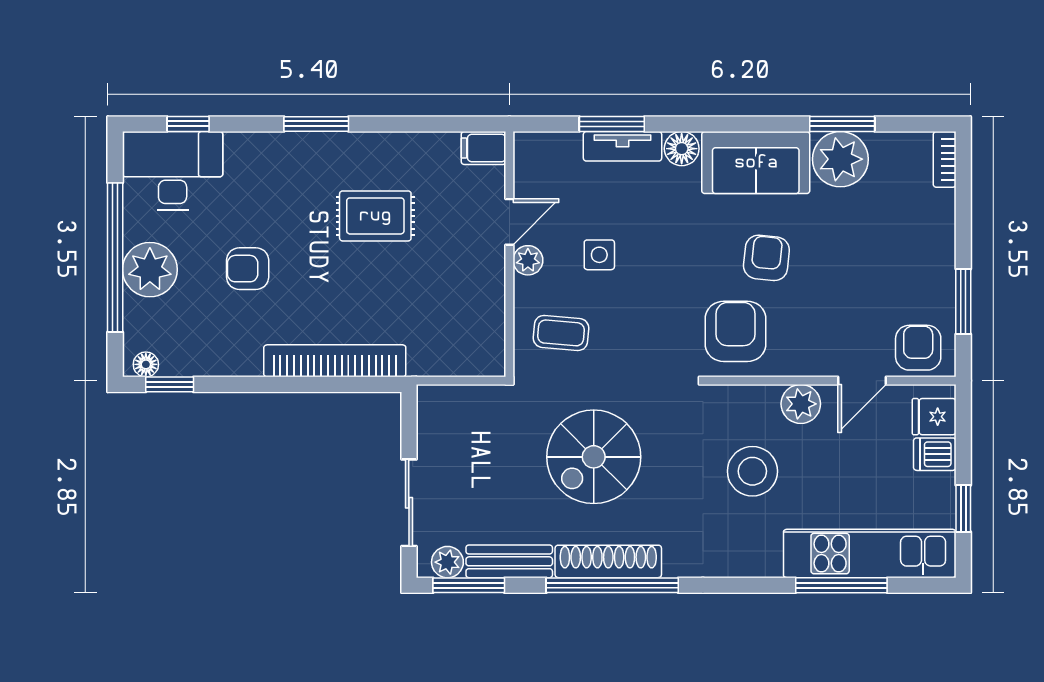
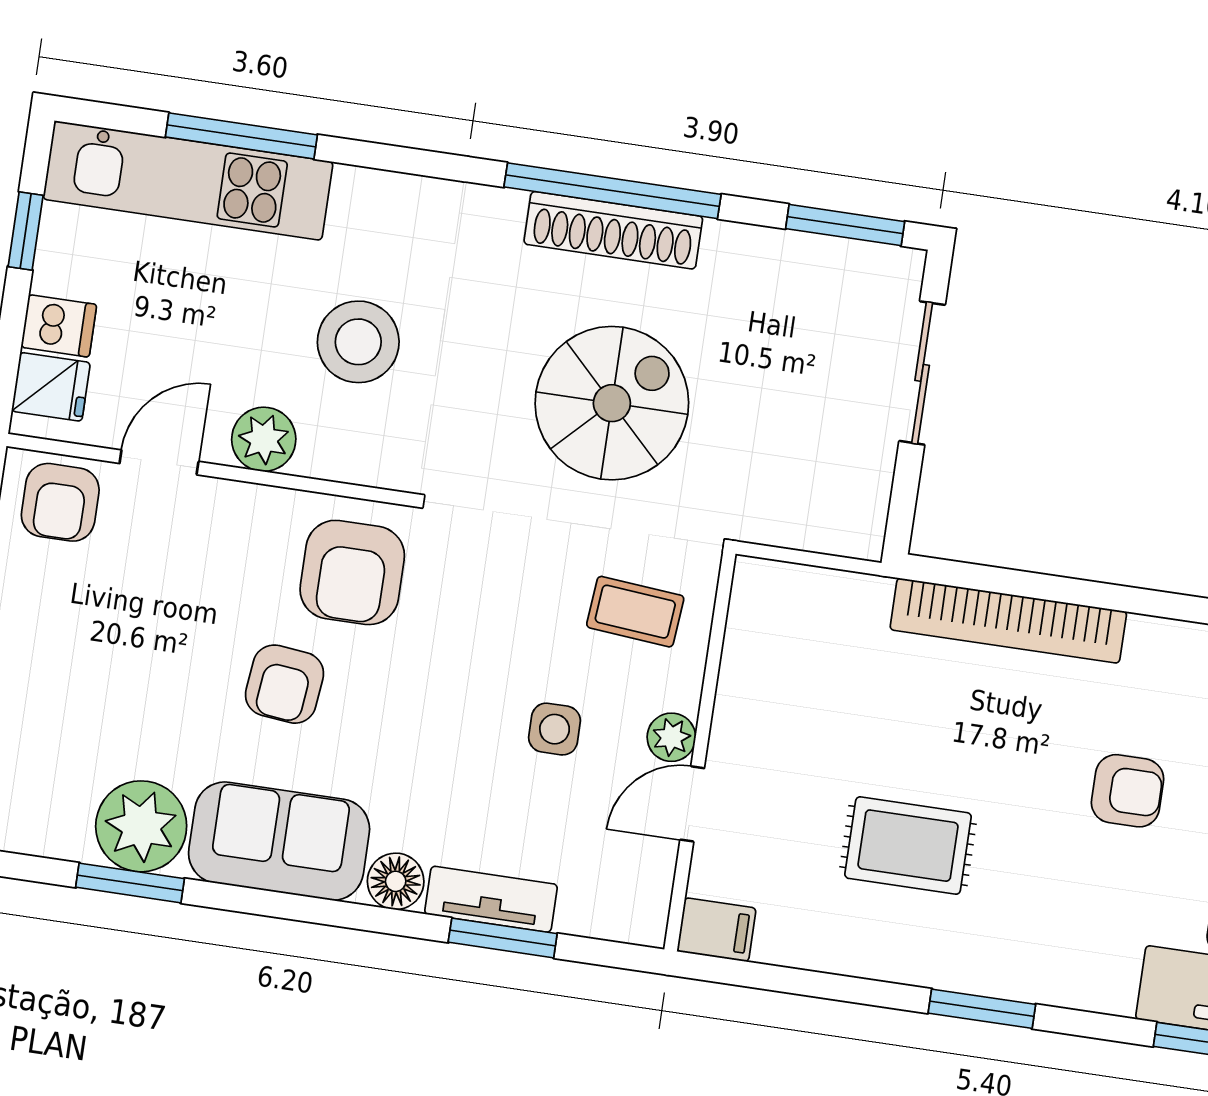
bench: (509, 561) -> (774, 254), removed
plant: (447, 562) -> (874, 268), removed

